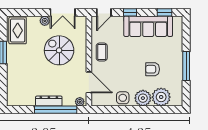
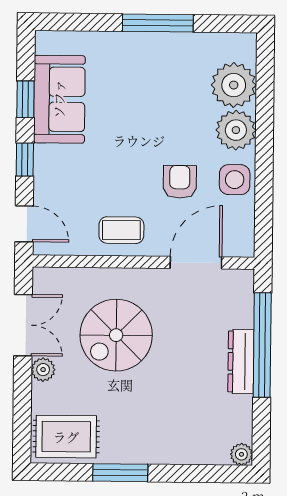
window: (164, 12) -> (25, 99), moved
sofa: (148, 26) -> (59, 99), width x0.73
armchair: (153, 69) -> (180, 182), moved, turned 180
plant: (80, 102) -> (241, 454), moved

